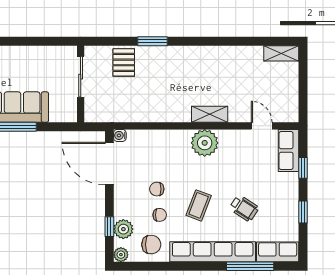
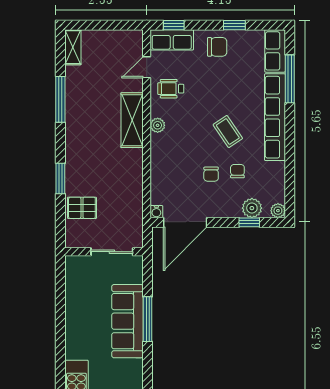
window: (230, 41) -> (60, 99), added
sliding door: (81, 77) -> (112, 252), moved
shelving: (210, 114) -> (132, 120), width x1.50, depth x1.33
plant: (205, 143) -> (158, 125), width x0.53, depth x0.53
window: (303, 168) -> (174, 25), moved
coffee table: (199, 205) -> (228, 132), turned 35
wheelchair: (244, 208) -> (171, 89), moved, turned -123
chair: (151, 245) -> (217, 47), moved, turned 90

